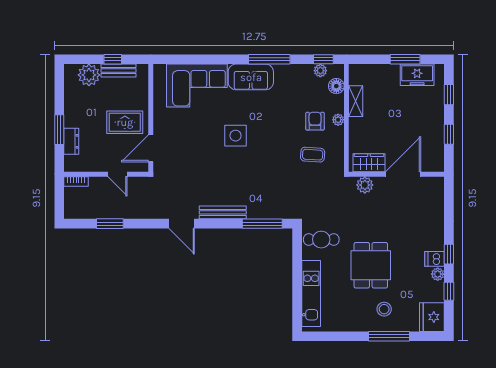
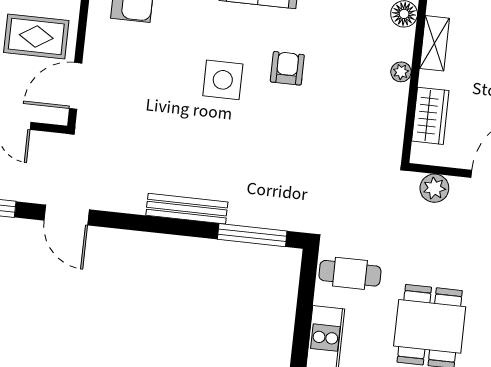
armchair: (315, 121) -> (287, 68), moved
coffee table: (313, 155) -> (351, 127), removed
wardrobe: (369, 163) -> (430, 116), moved, turned 90
door: (182, 224) -> (67, 215), moved

